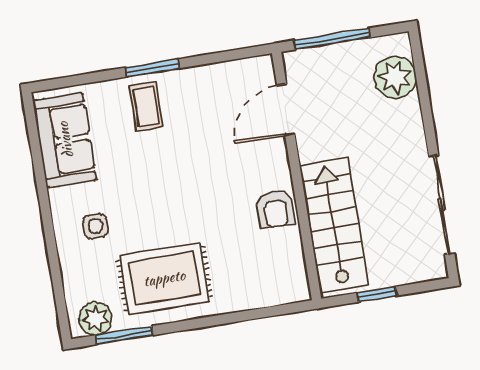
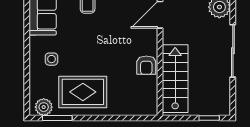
sliding door: (442, 205) -> (233, 51), moved
window: (377, 294) -> (209, 118), moved

